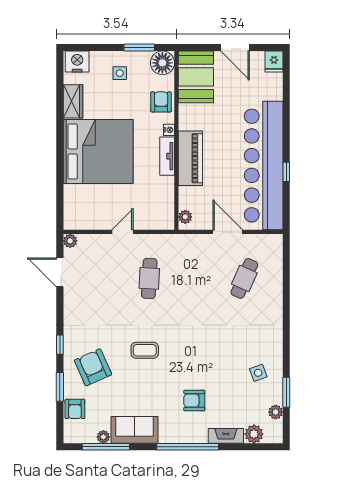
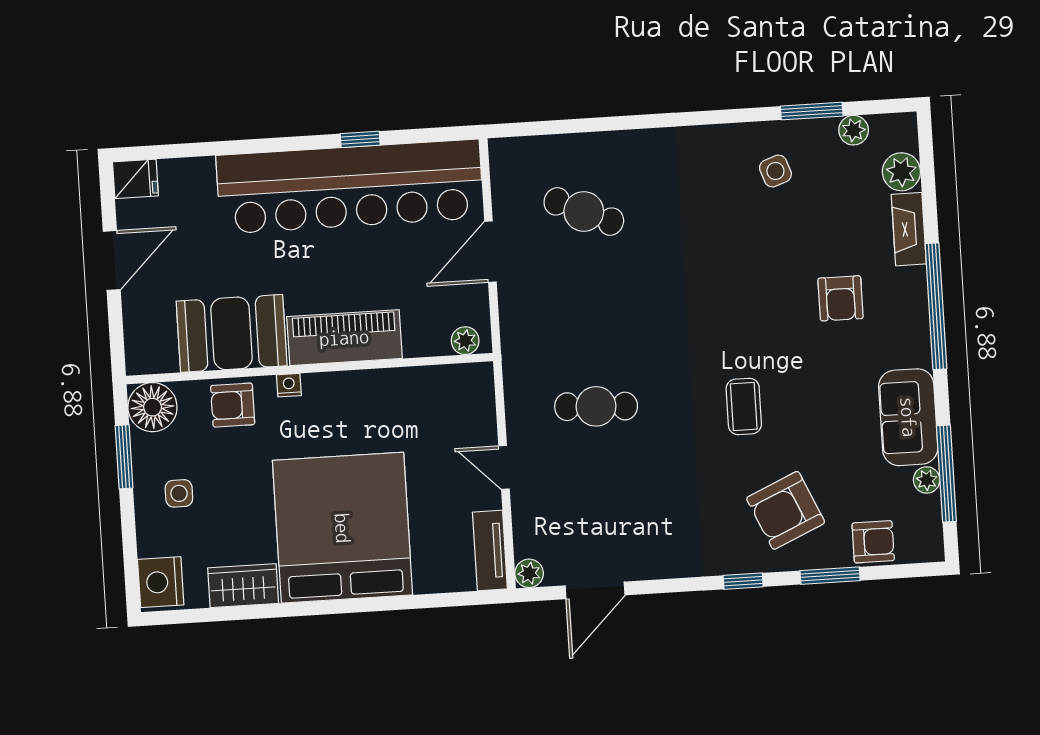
booth: (196, 77) -> (232, 333), moved
tv unit: (167, 156) -> (490, 551), moved, turned 90

